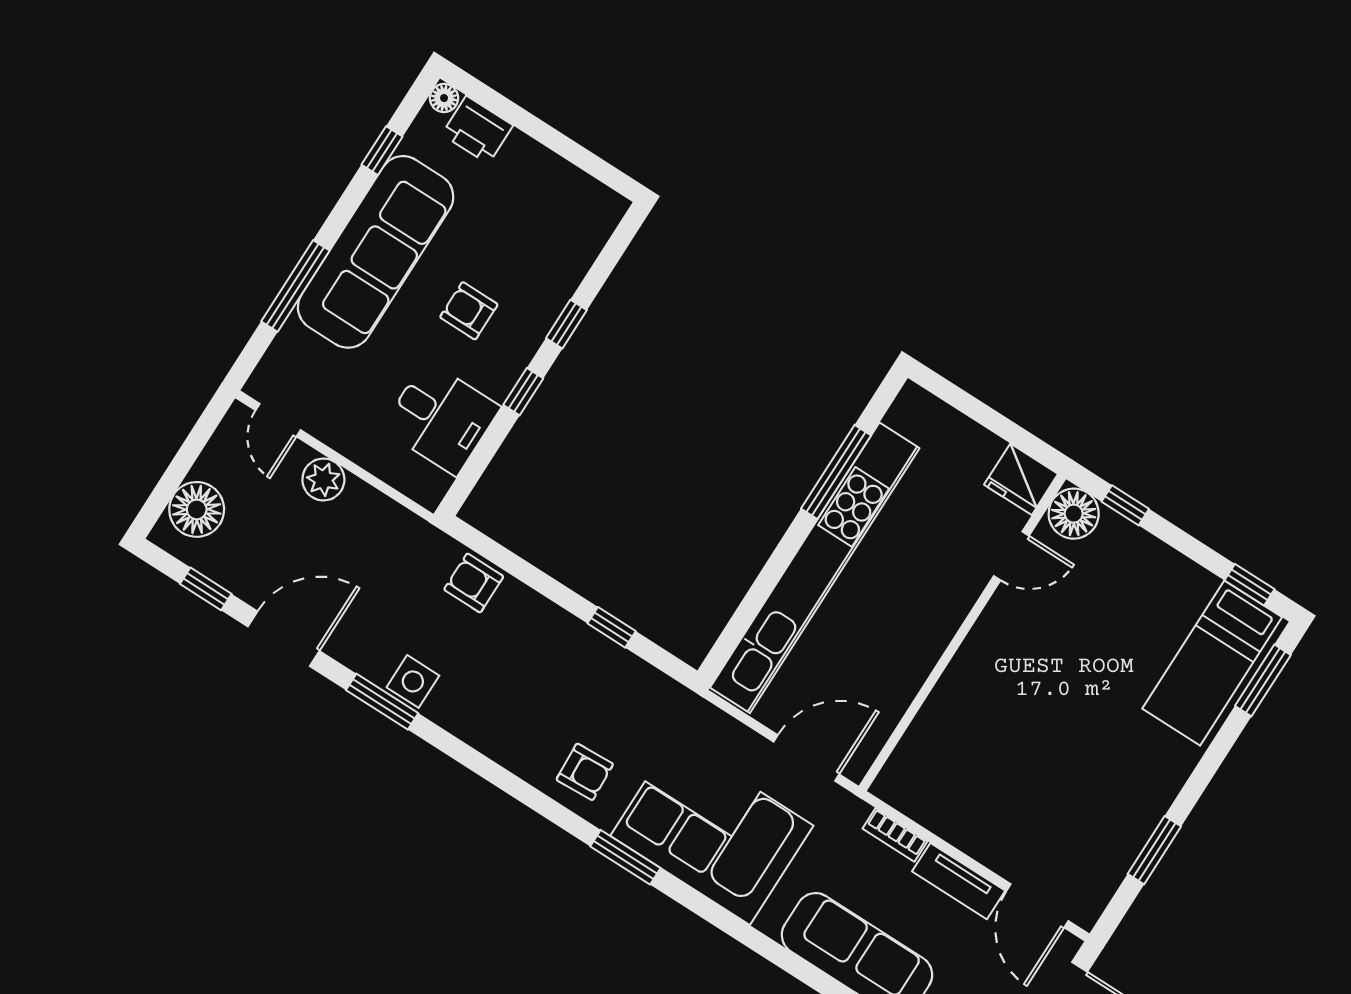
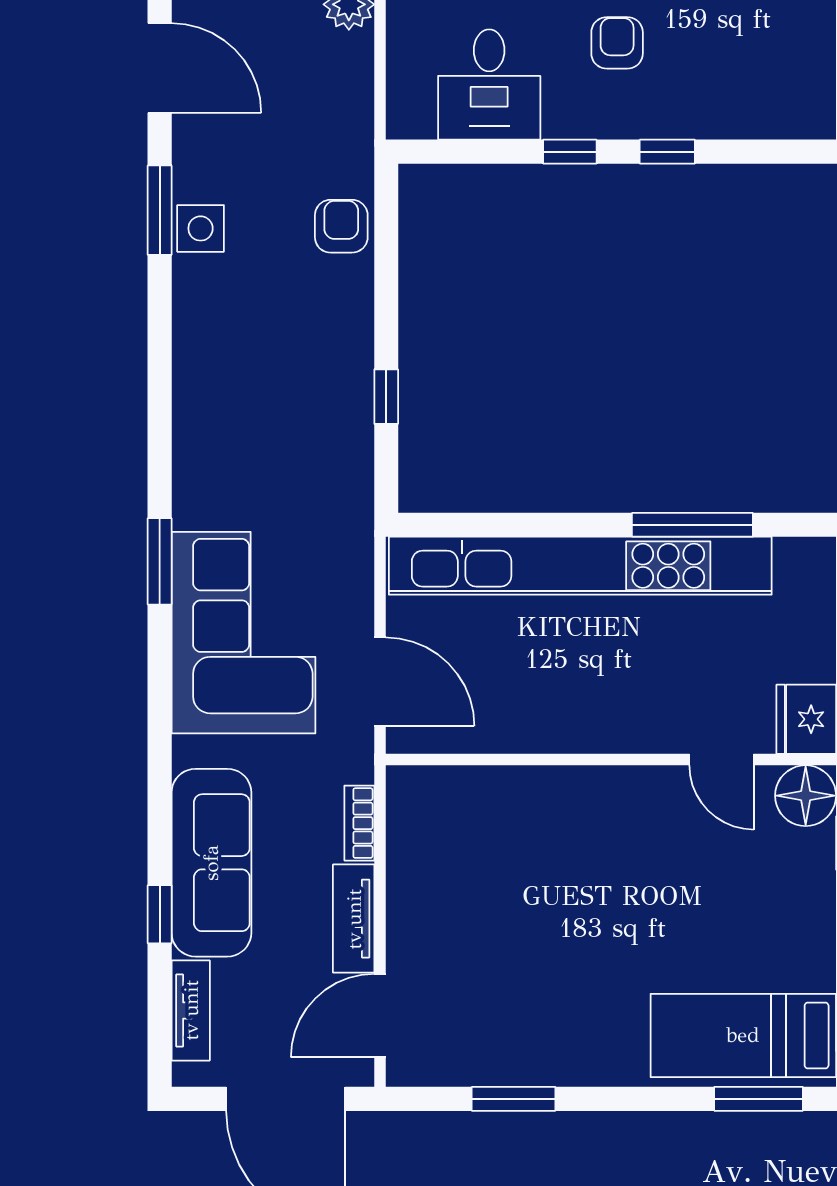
armchair: (585, 772) -> (221, 464), removed

